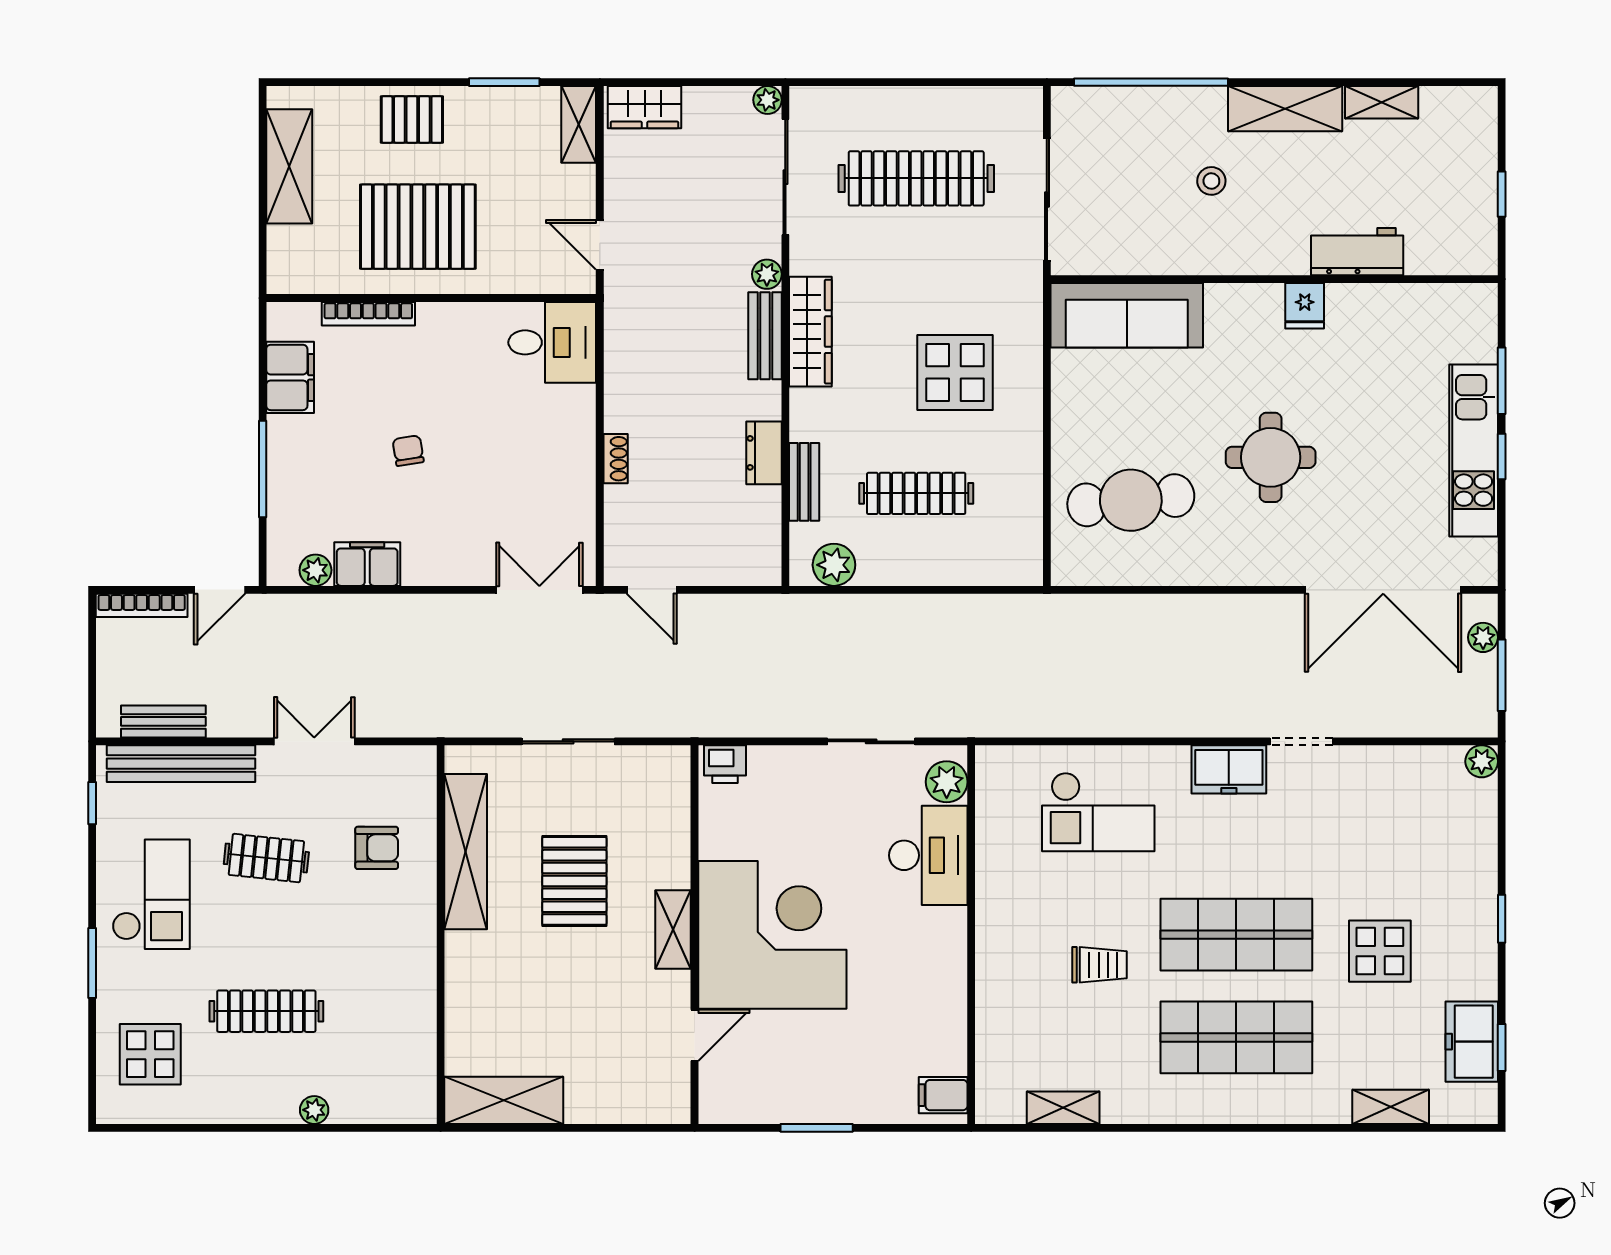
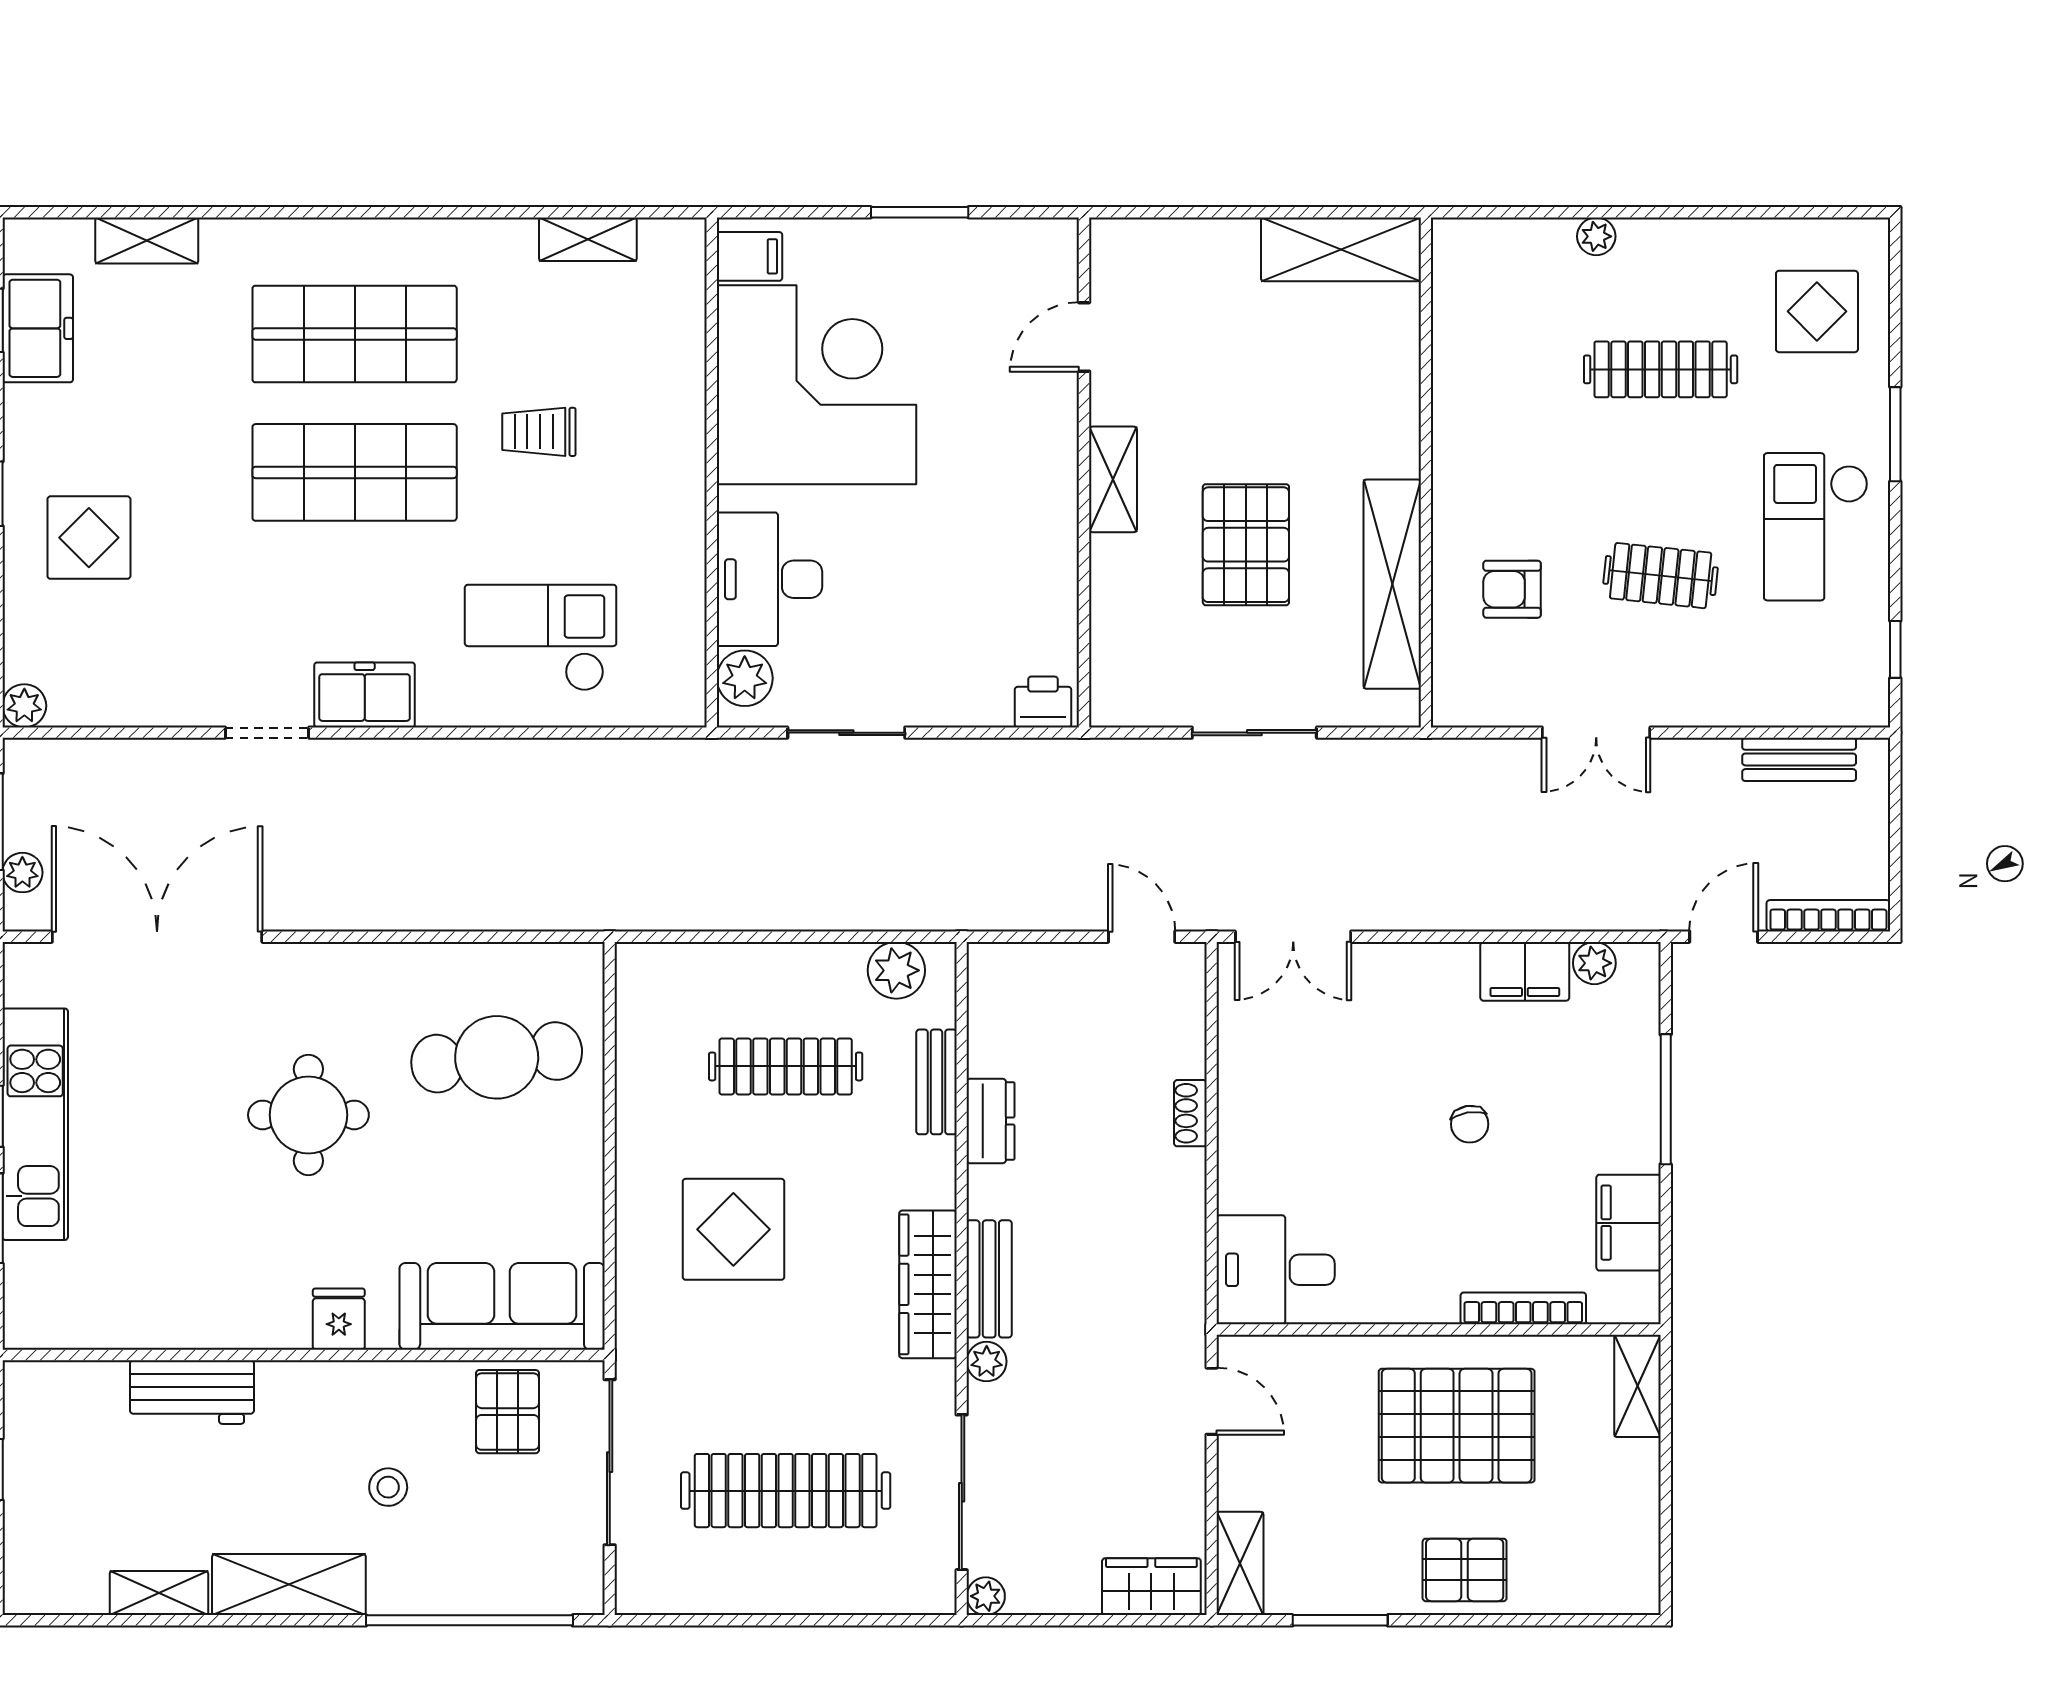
shelving: (289, 166) -> (1637, 1386), moved, width x0.67, depth x0.75
pallet: (1123, 237) -> (507, 1412), added
fridge: (1305, 306) -> (339, 1319), moved
bench: (181, 764) -> (1775, 703), removed
corner desk: (772, 935) -> (816, 385), moved, turned 180
display table: (1380, 951) -> (89, 538), moved

